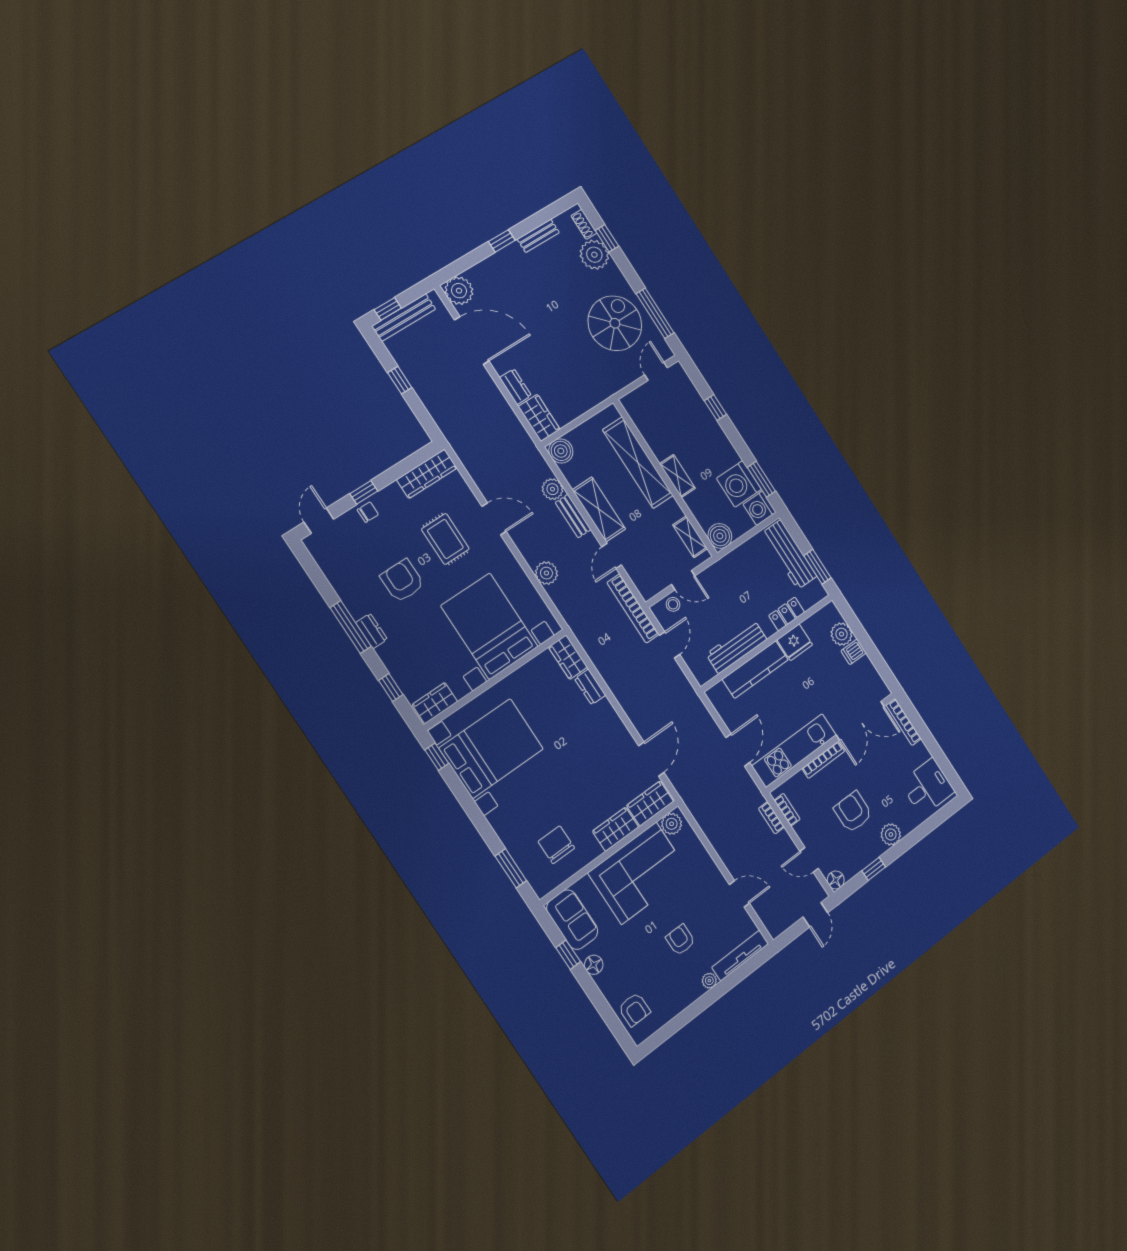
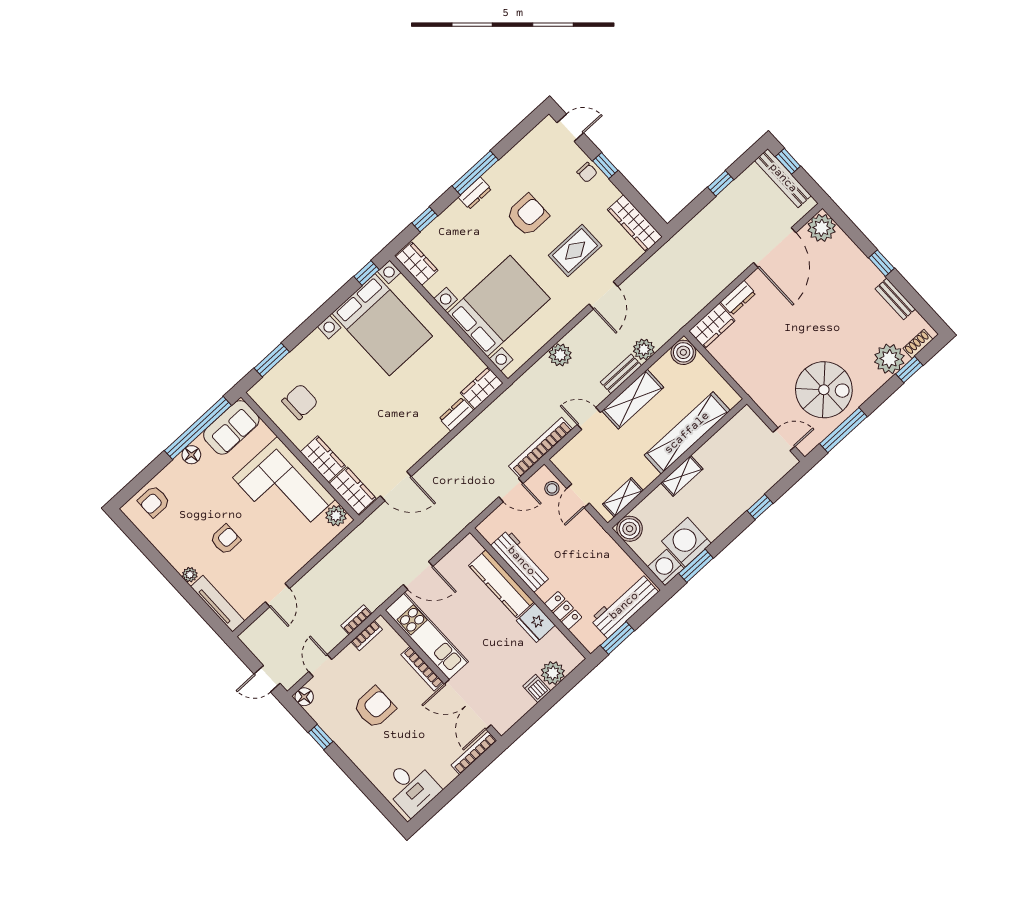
plant: (891, 834) -> (358, 752), removed
window: (568, 955) -> (198, 428), width x3.17

